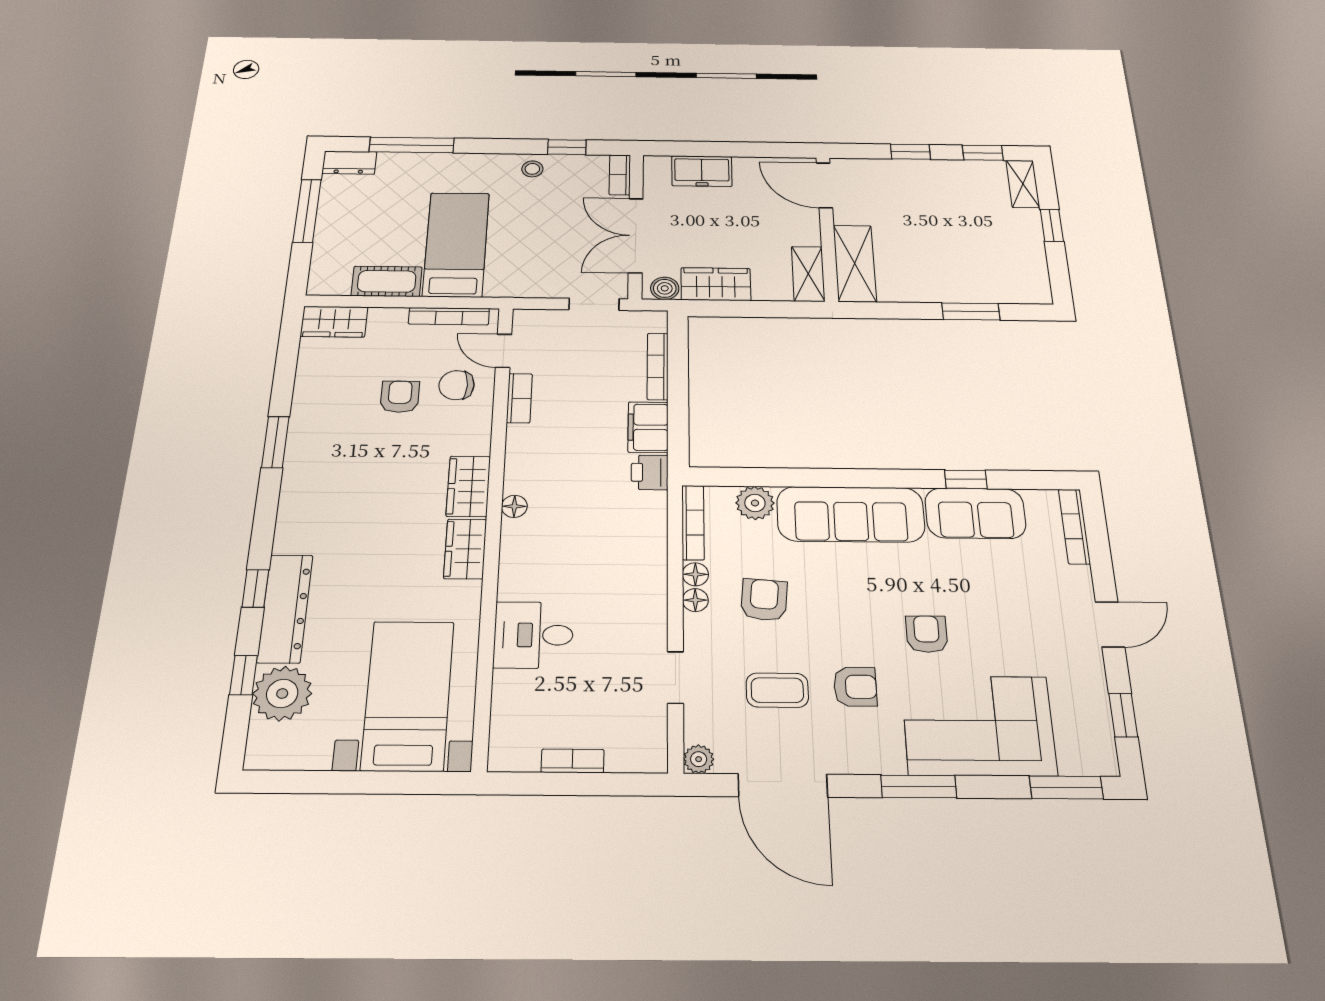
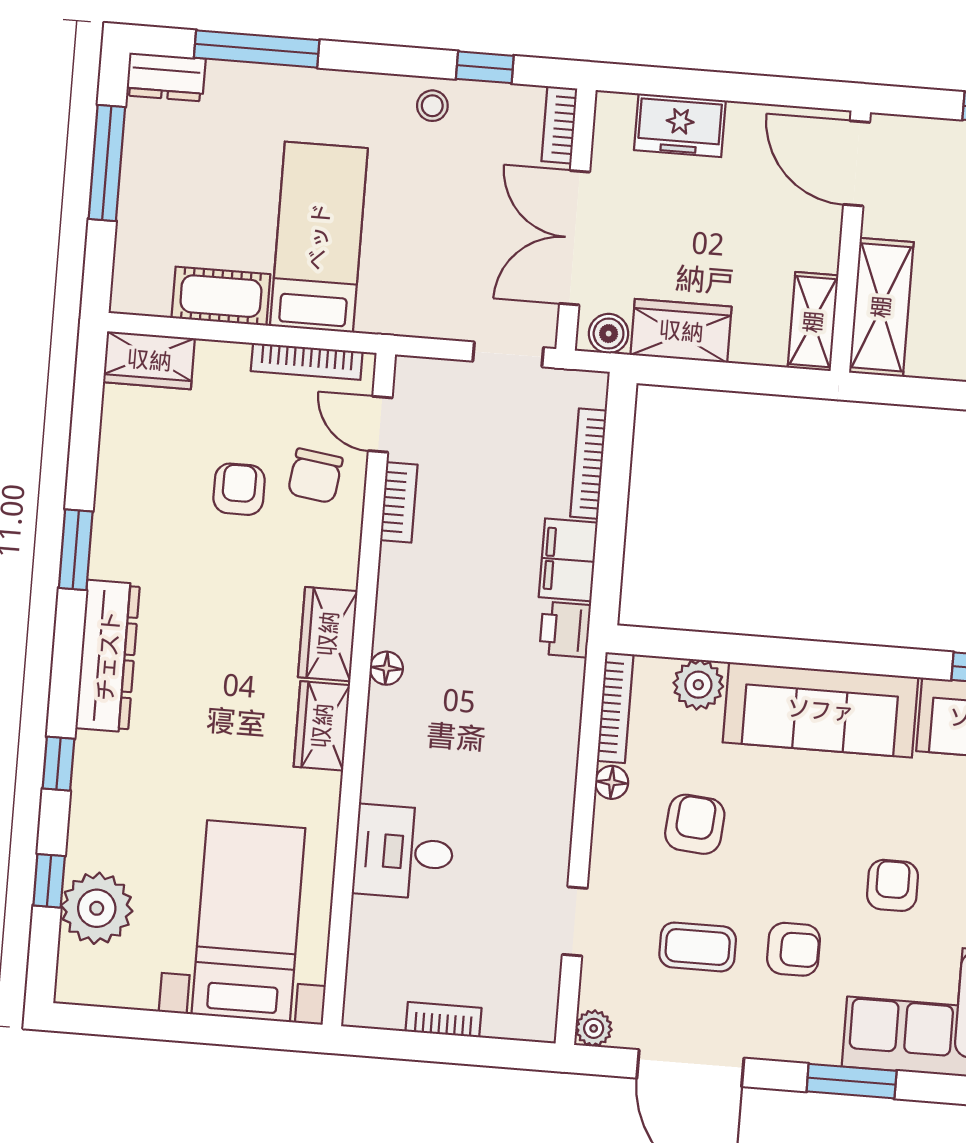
chair: (457, 385) -> (315, 476), turned -82
floor lamp: (695, 600) -> (608, 819), removed
dresser: (285, 608) -> (108, 656), moved

